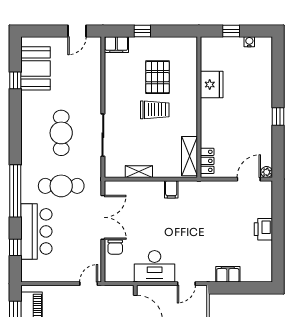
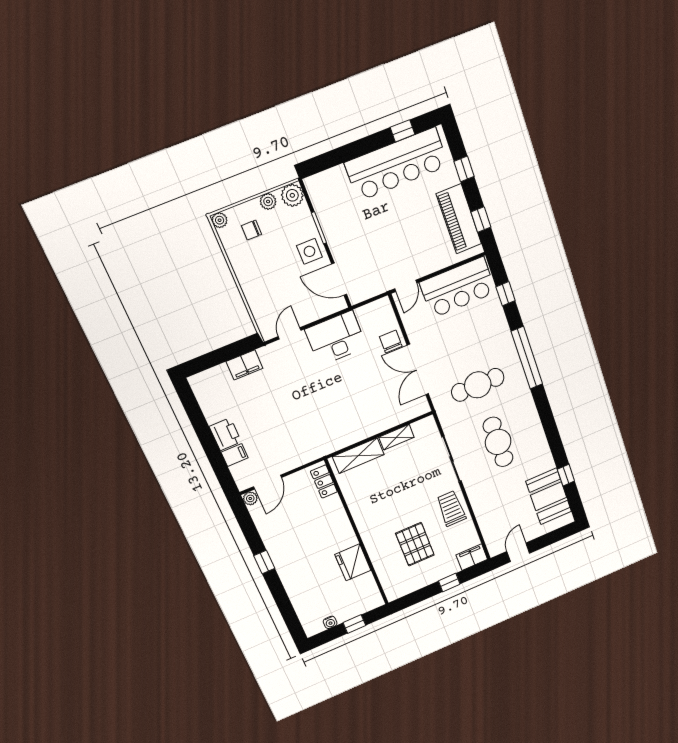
trolley: (155, 110) -> (451, 508), moved, turned 90
shelving: (190, 156) -> (358, 456), moved, turned 90
filing cabinet: (171, 189) -> (235, 455), moved, turned 90
bar counter: (36, 231) -> (458, 287), moved, turned -90

